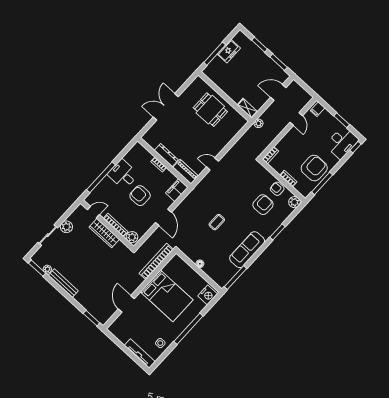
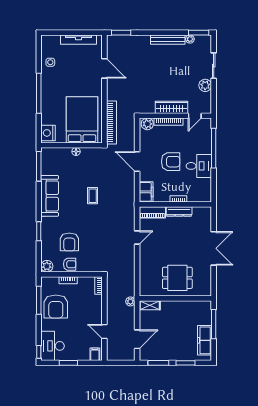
freezer: (229, 51) -> (205, 340), width x1.40
bed: (167, 296) -> (82, 120), moved, turned 90
tv unit: (140, 354) -> (78, 40), moved

